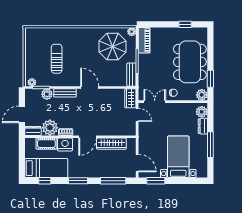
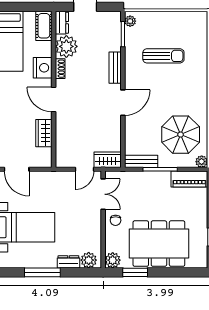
plant: (47, 94) -> (113, 42), removed
cot: (46, 144) -> (44, 26), moved
wardrobe: (111, 144) -> (44, 133), width x0.67
door: (137, 163) -> (17, 169), hinge flipped

